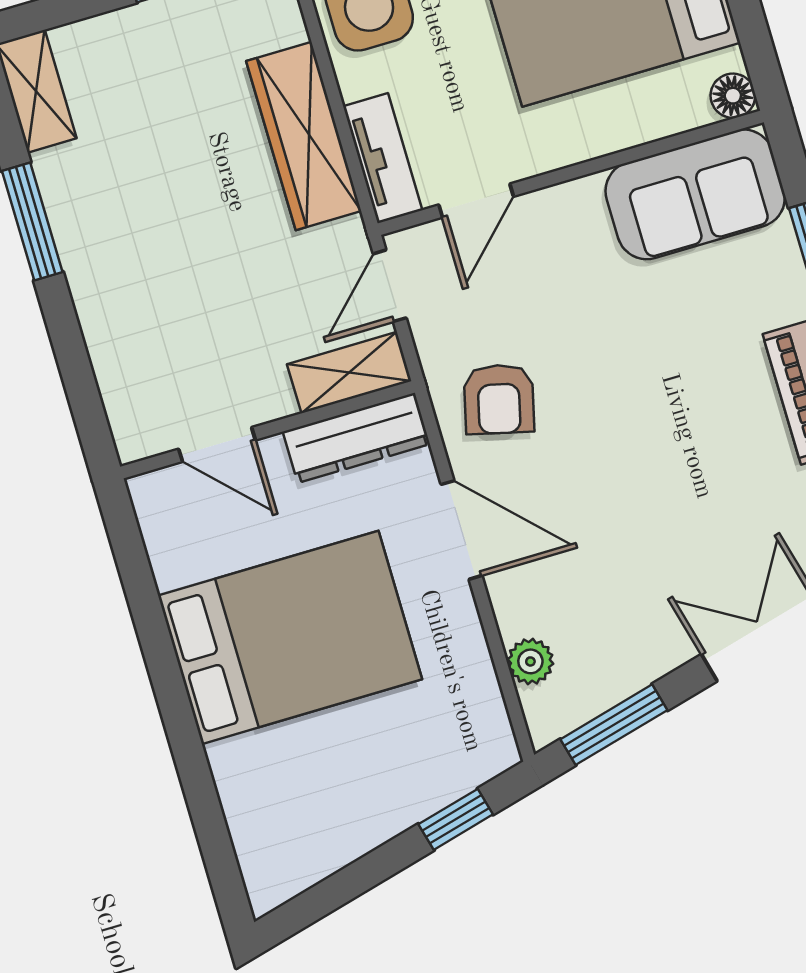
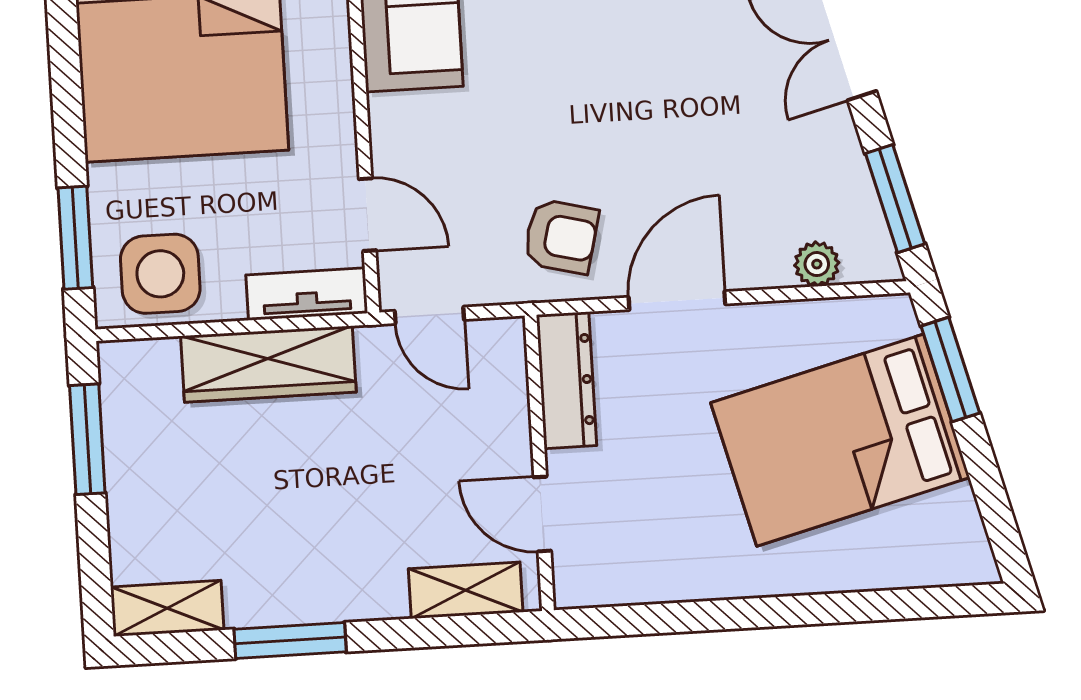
shelving: (349, 373) -> (466, 590), moved, turned 90
door: (217, 445) -> (542, 514), swing flipped
bed: (290, 637) -> (840, 440), moved, turned -104
window: (456, 819) -> (950, 370), width x1.50

